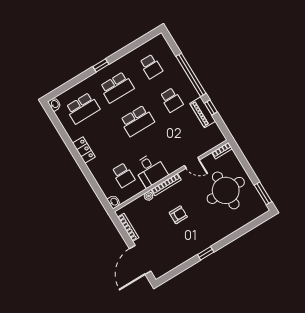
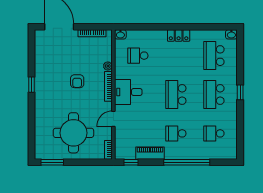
window: (211, 108) -> (131, 162), moved
desk: (150, 170) -> (128, 92), moved

